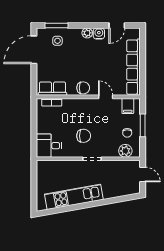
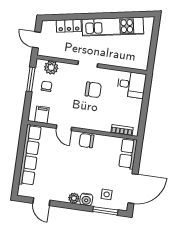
door: (117, 25) -> (41, 202), swing flipped
water cooler: (99, 34) -> (86, 199), moved
row of seats: (52, 89) -> (128, 154), moved, turned 90
window: (143, 125) -> (31, 79), moved
chair: (84, 136) -> (93, 90), turned 180
locker: (115, 192) -> (69, 26), added

